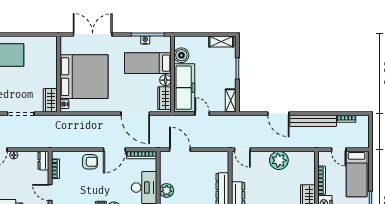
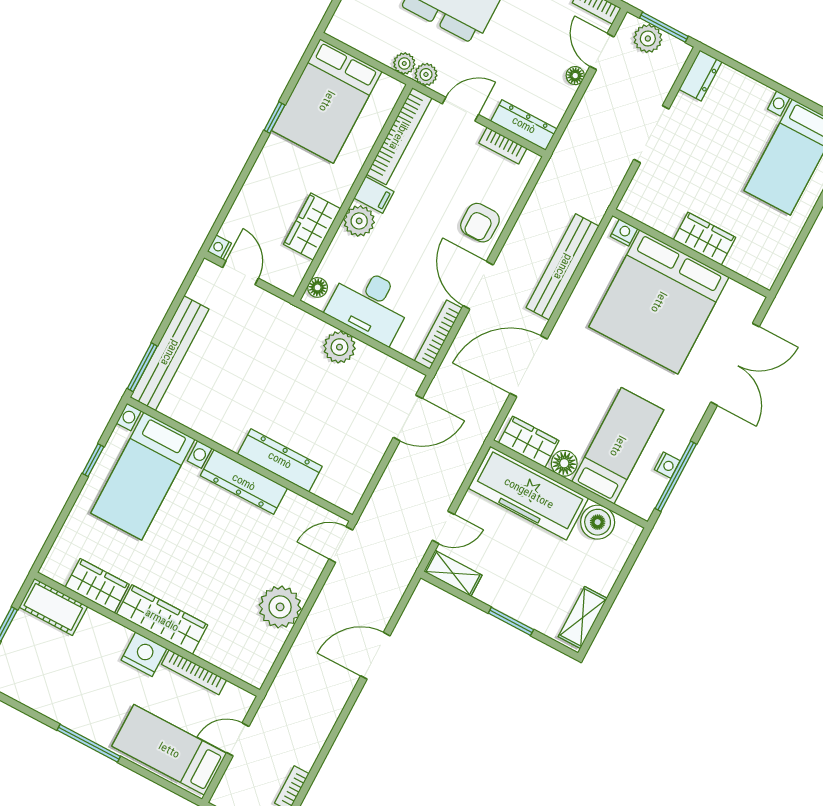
wardrobe: (50, 100) -> (705, 239), moved
door: (202, 114) -> (443, 527), moved
bench: (313, 121) -> (563, 267), moved
dresser: (43, 161) -> (524, 125), width x1.44

